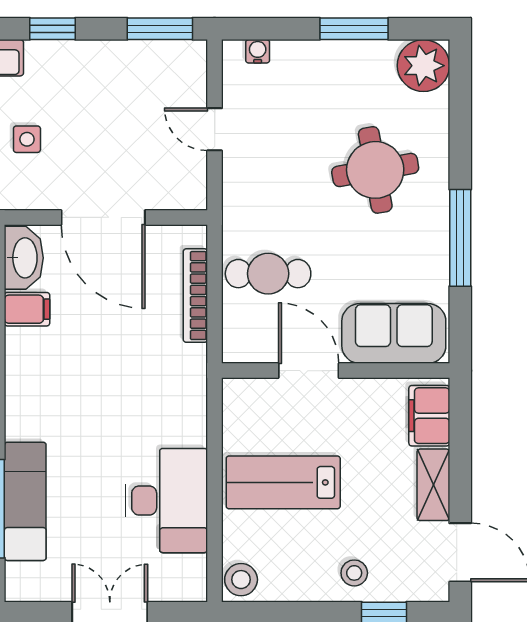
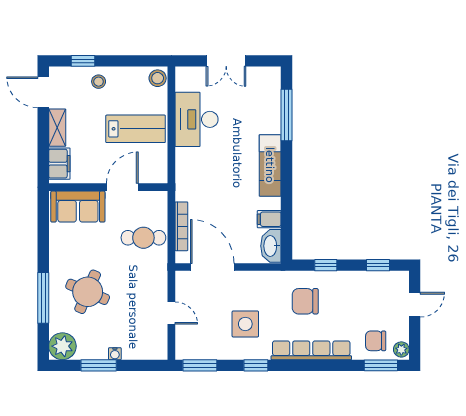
water cooler: (258, 51) -> (115, 354), moved
side table: (27, 139) -> (245, 324), moved, width x1.87, depth x1.87
round table: (375, 170) -> (88, 292), turned 33
door: (103, 217) -> (212, 267), moved
window: (460, 238) -> (43, 298), moved
door: (309, 371) -> (122, 187), swing flipped
exam couch: (25, 501) -> (270, 165), moved

